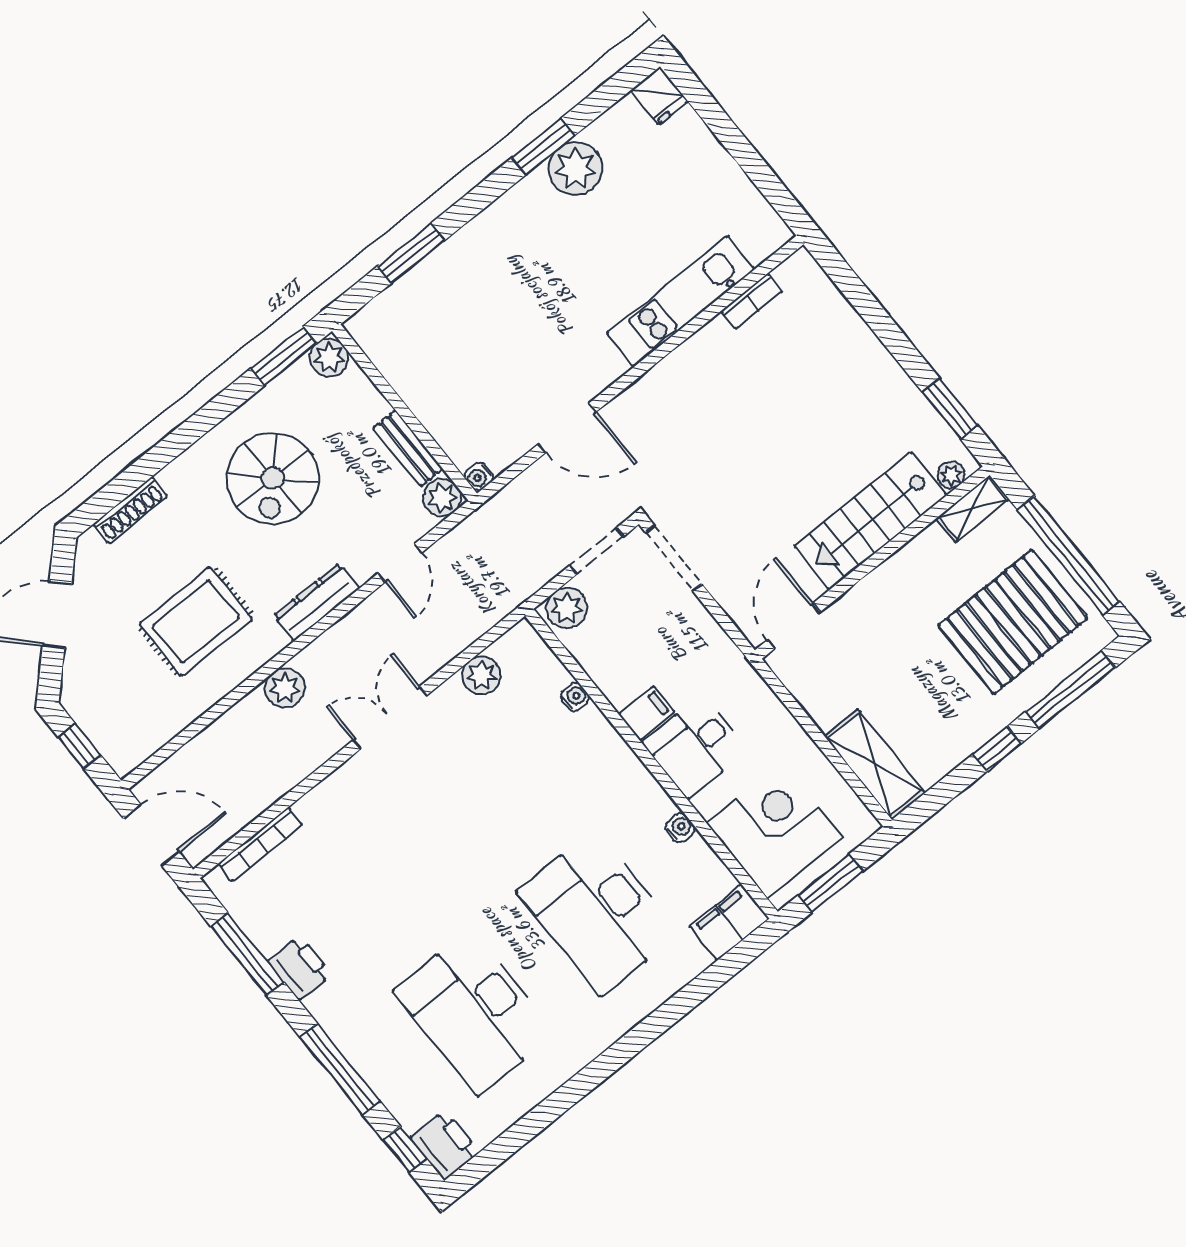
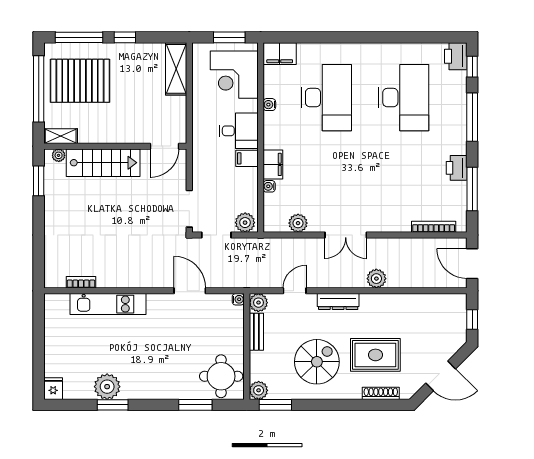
round table: (407, 332) -> (221, 376), added
rug: (196, 622) -> (375, 355), moved
filing cabinet: (597, 737) -> (273, 164), added

